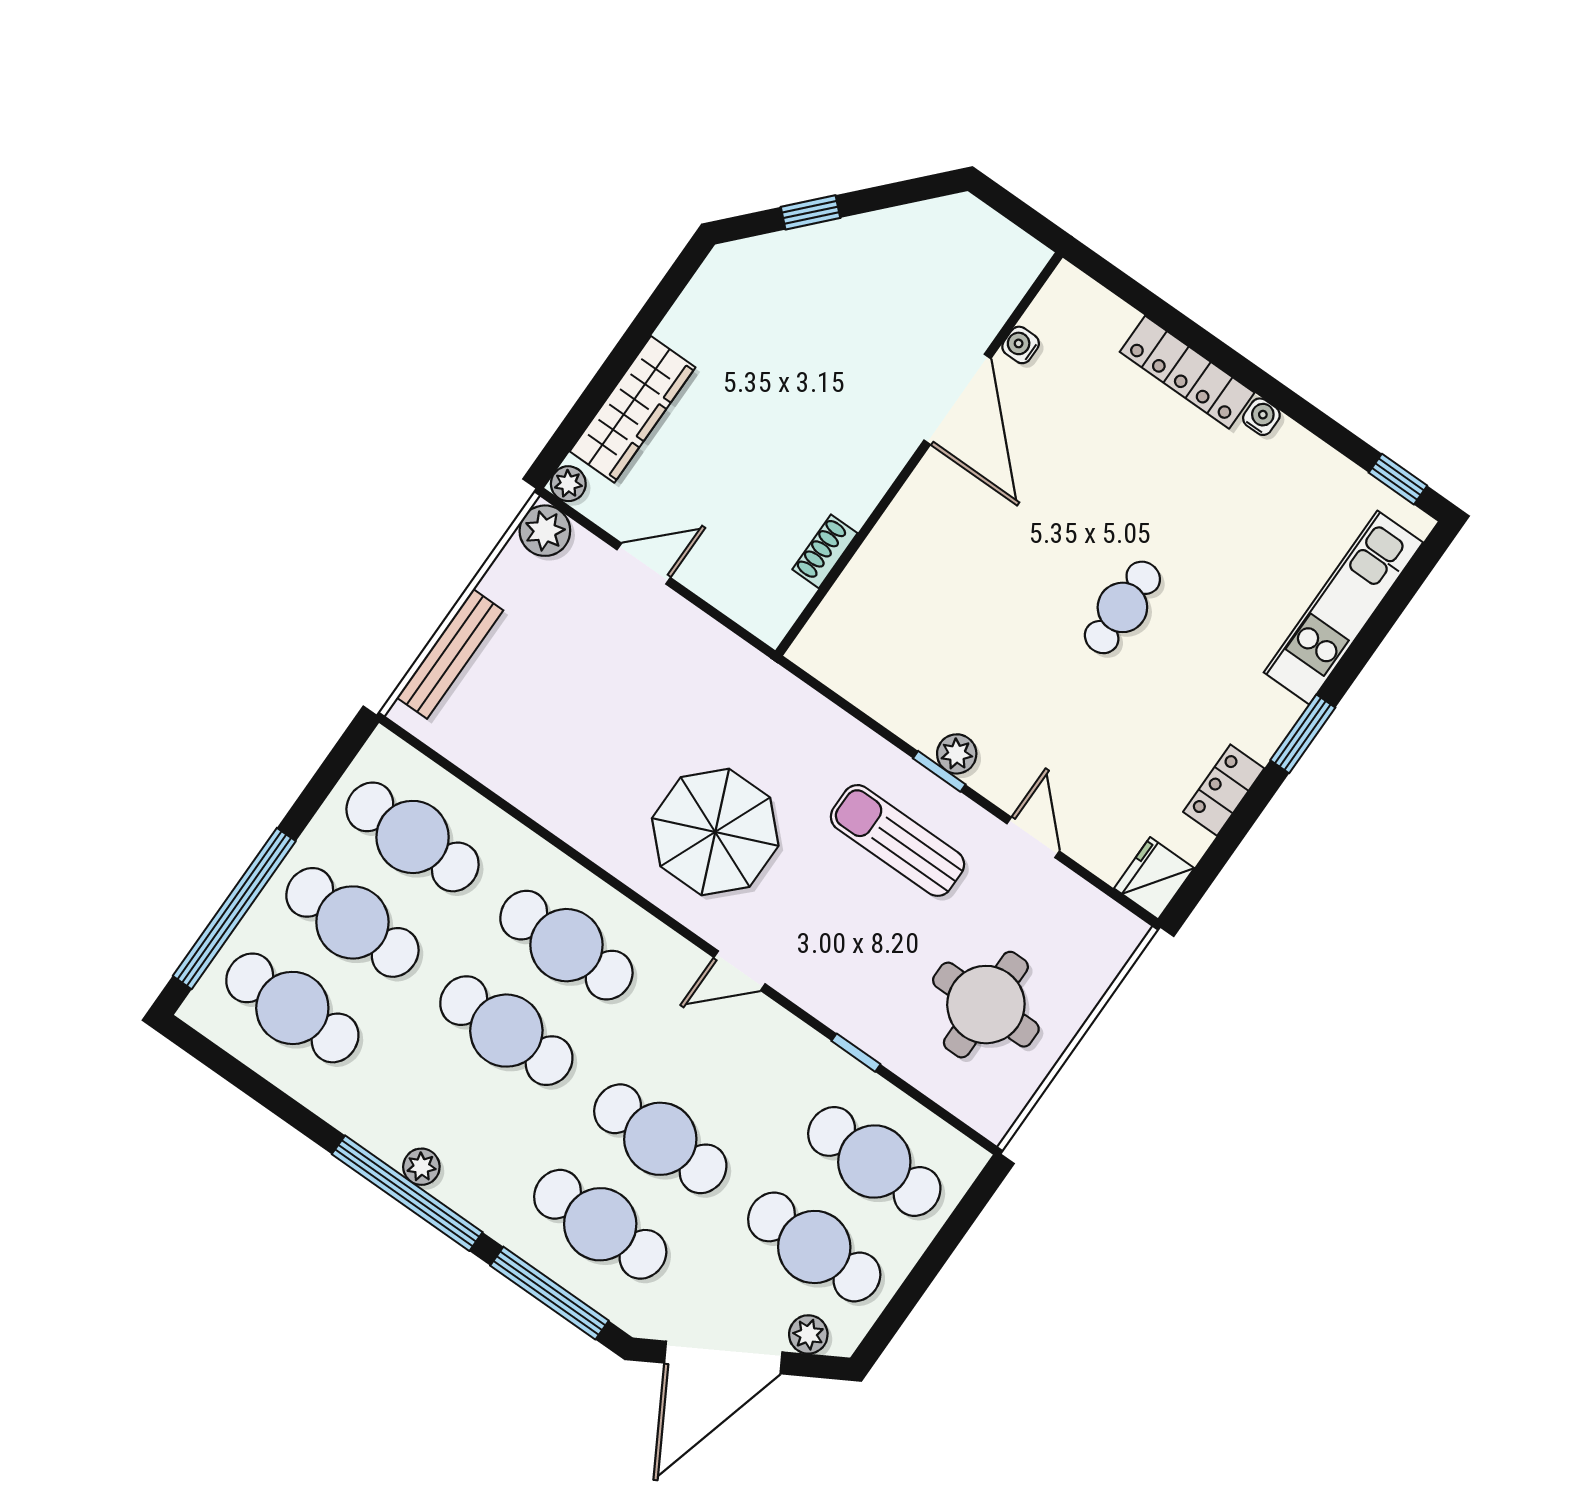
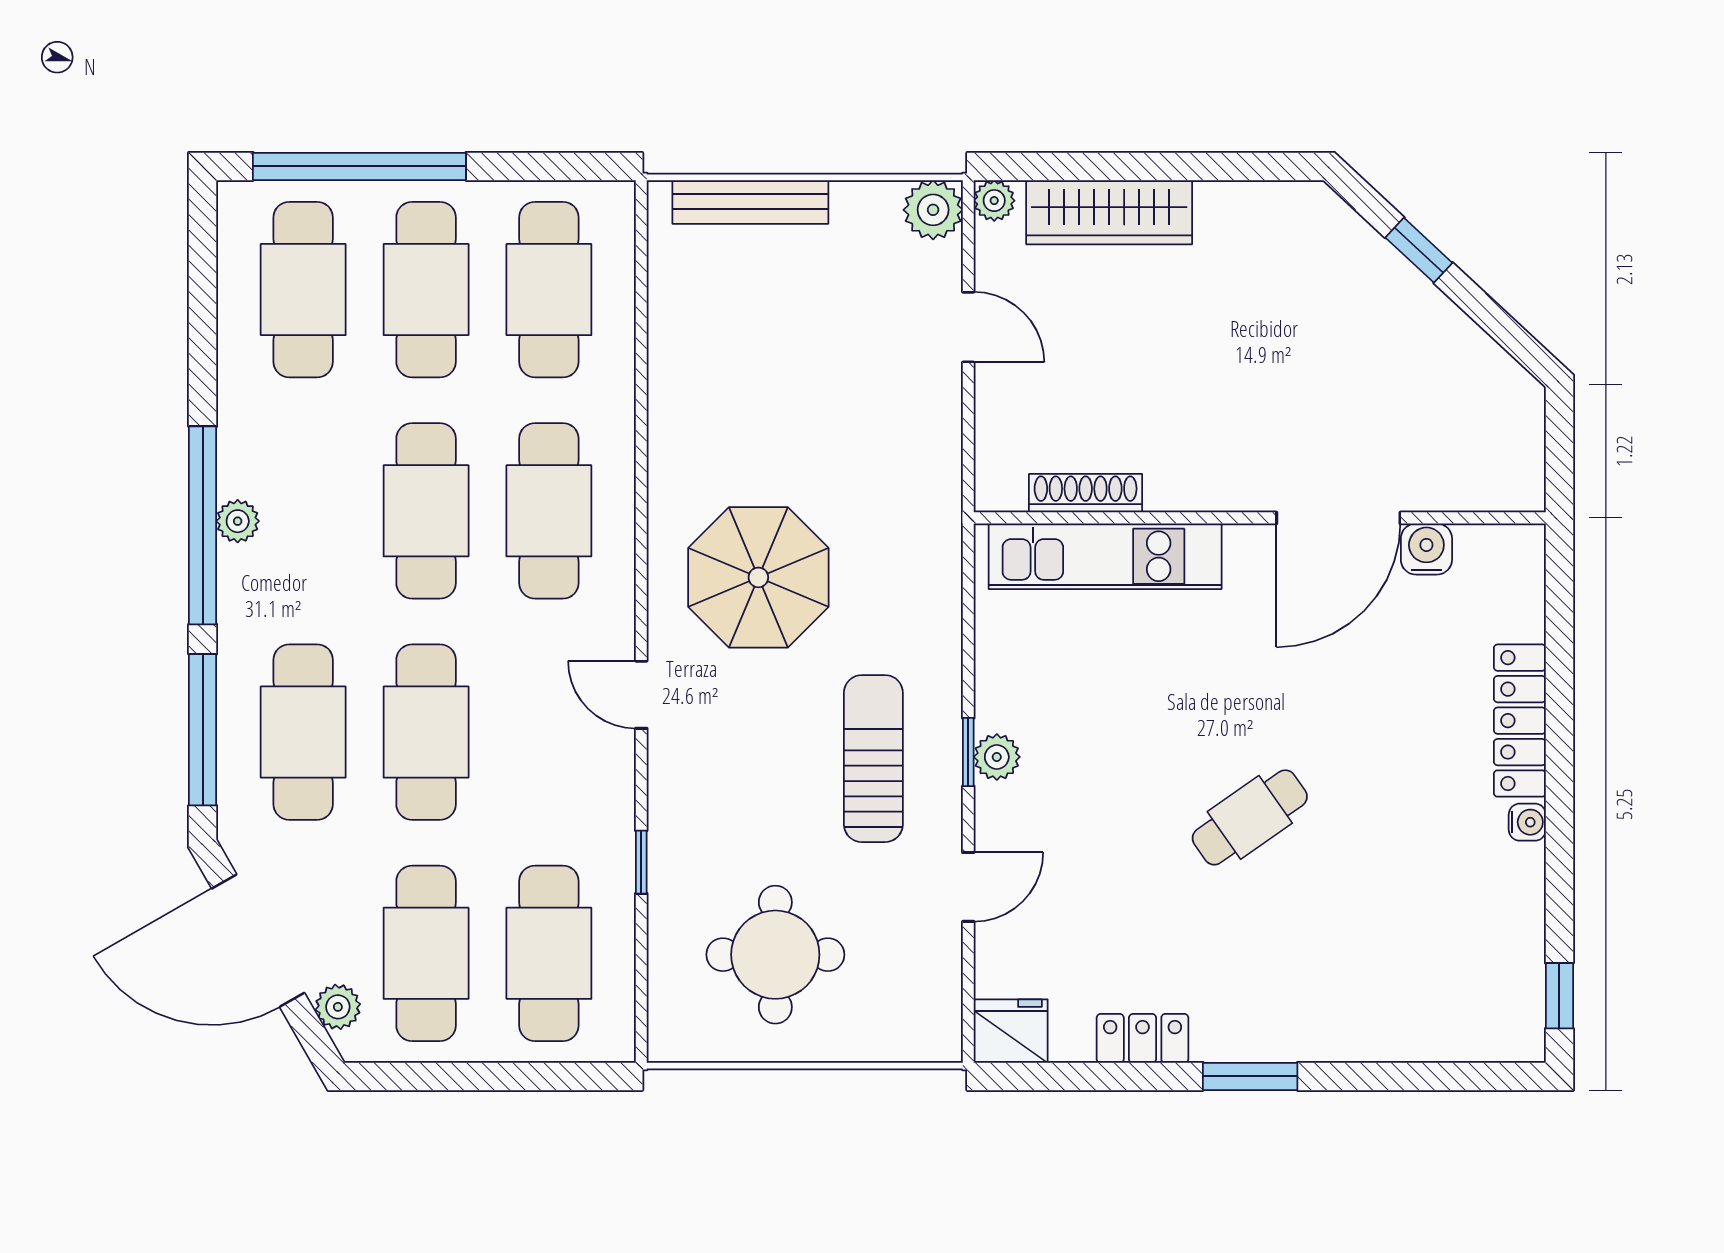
water cooler: (1021, 345) -> (1426, 549), width x1.38, depth x1.38
shoe rack: (825, 551) -> (1086, 493), width x1.43
cafe table: (1122, 607) -> (1250, 817), turned -35
kitchen unit: (1343, 607) -> (1105, 556), moved, turned 180

